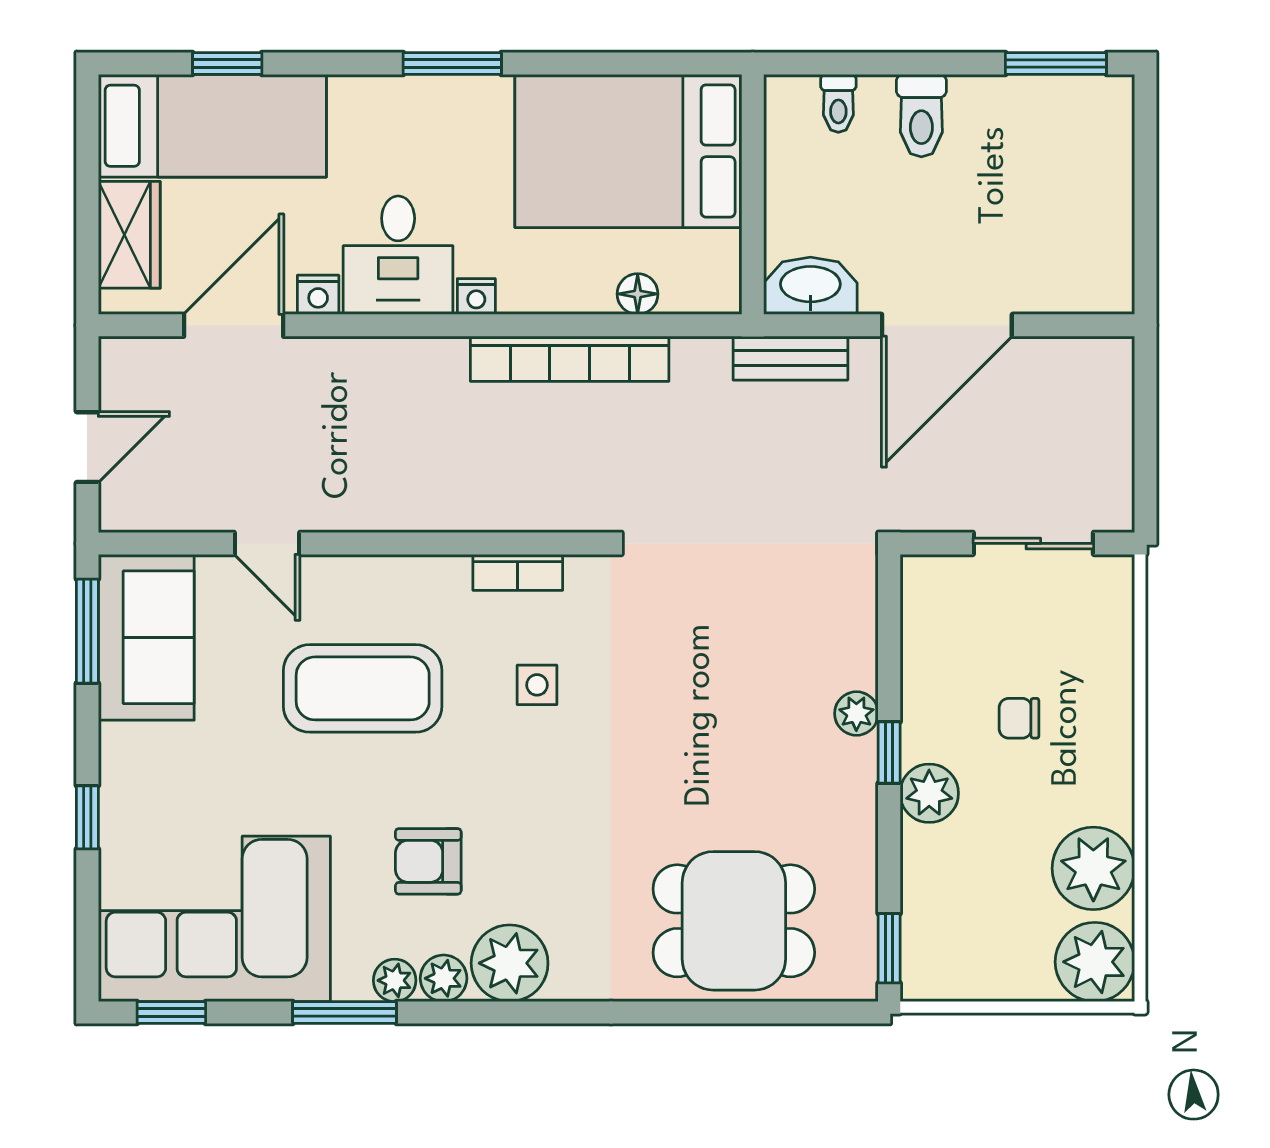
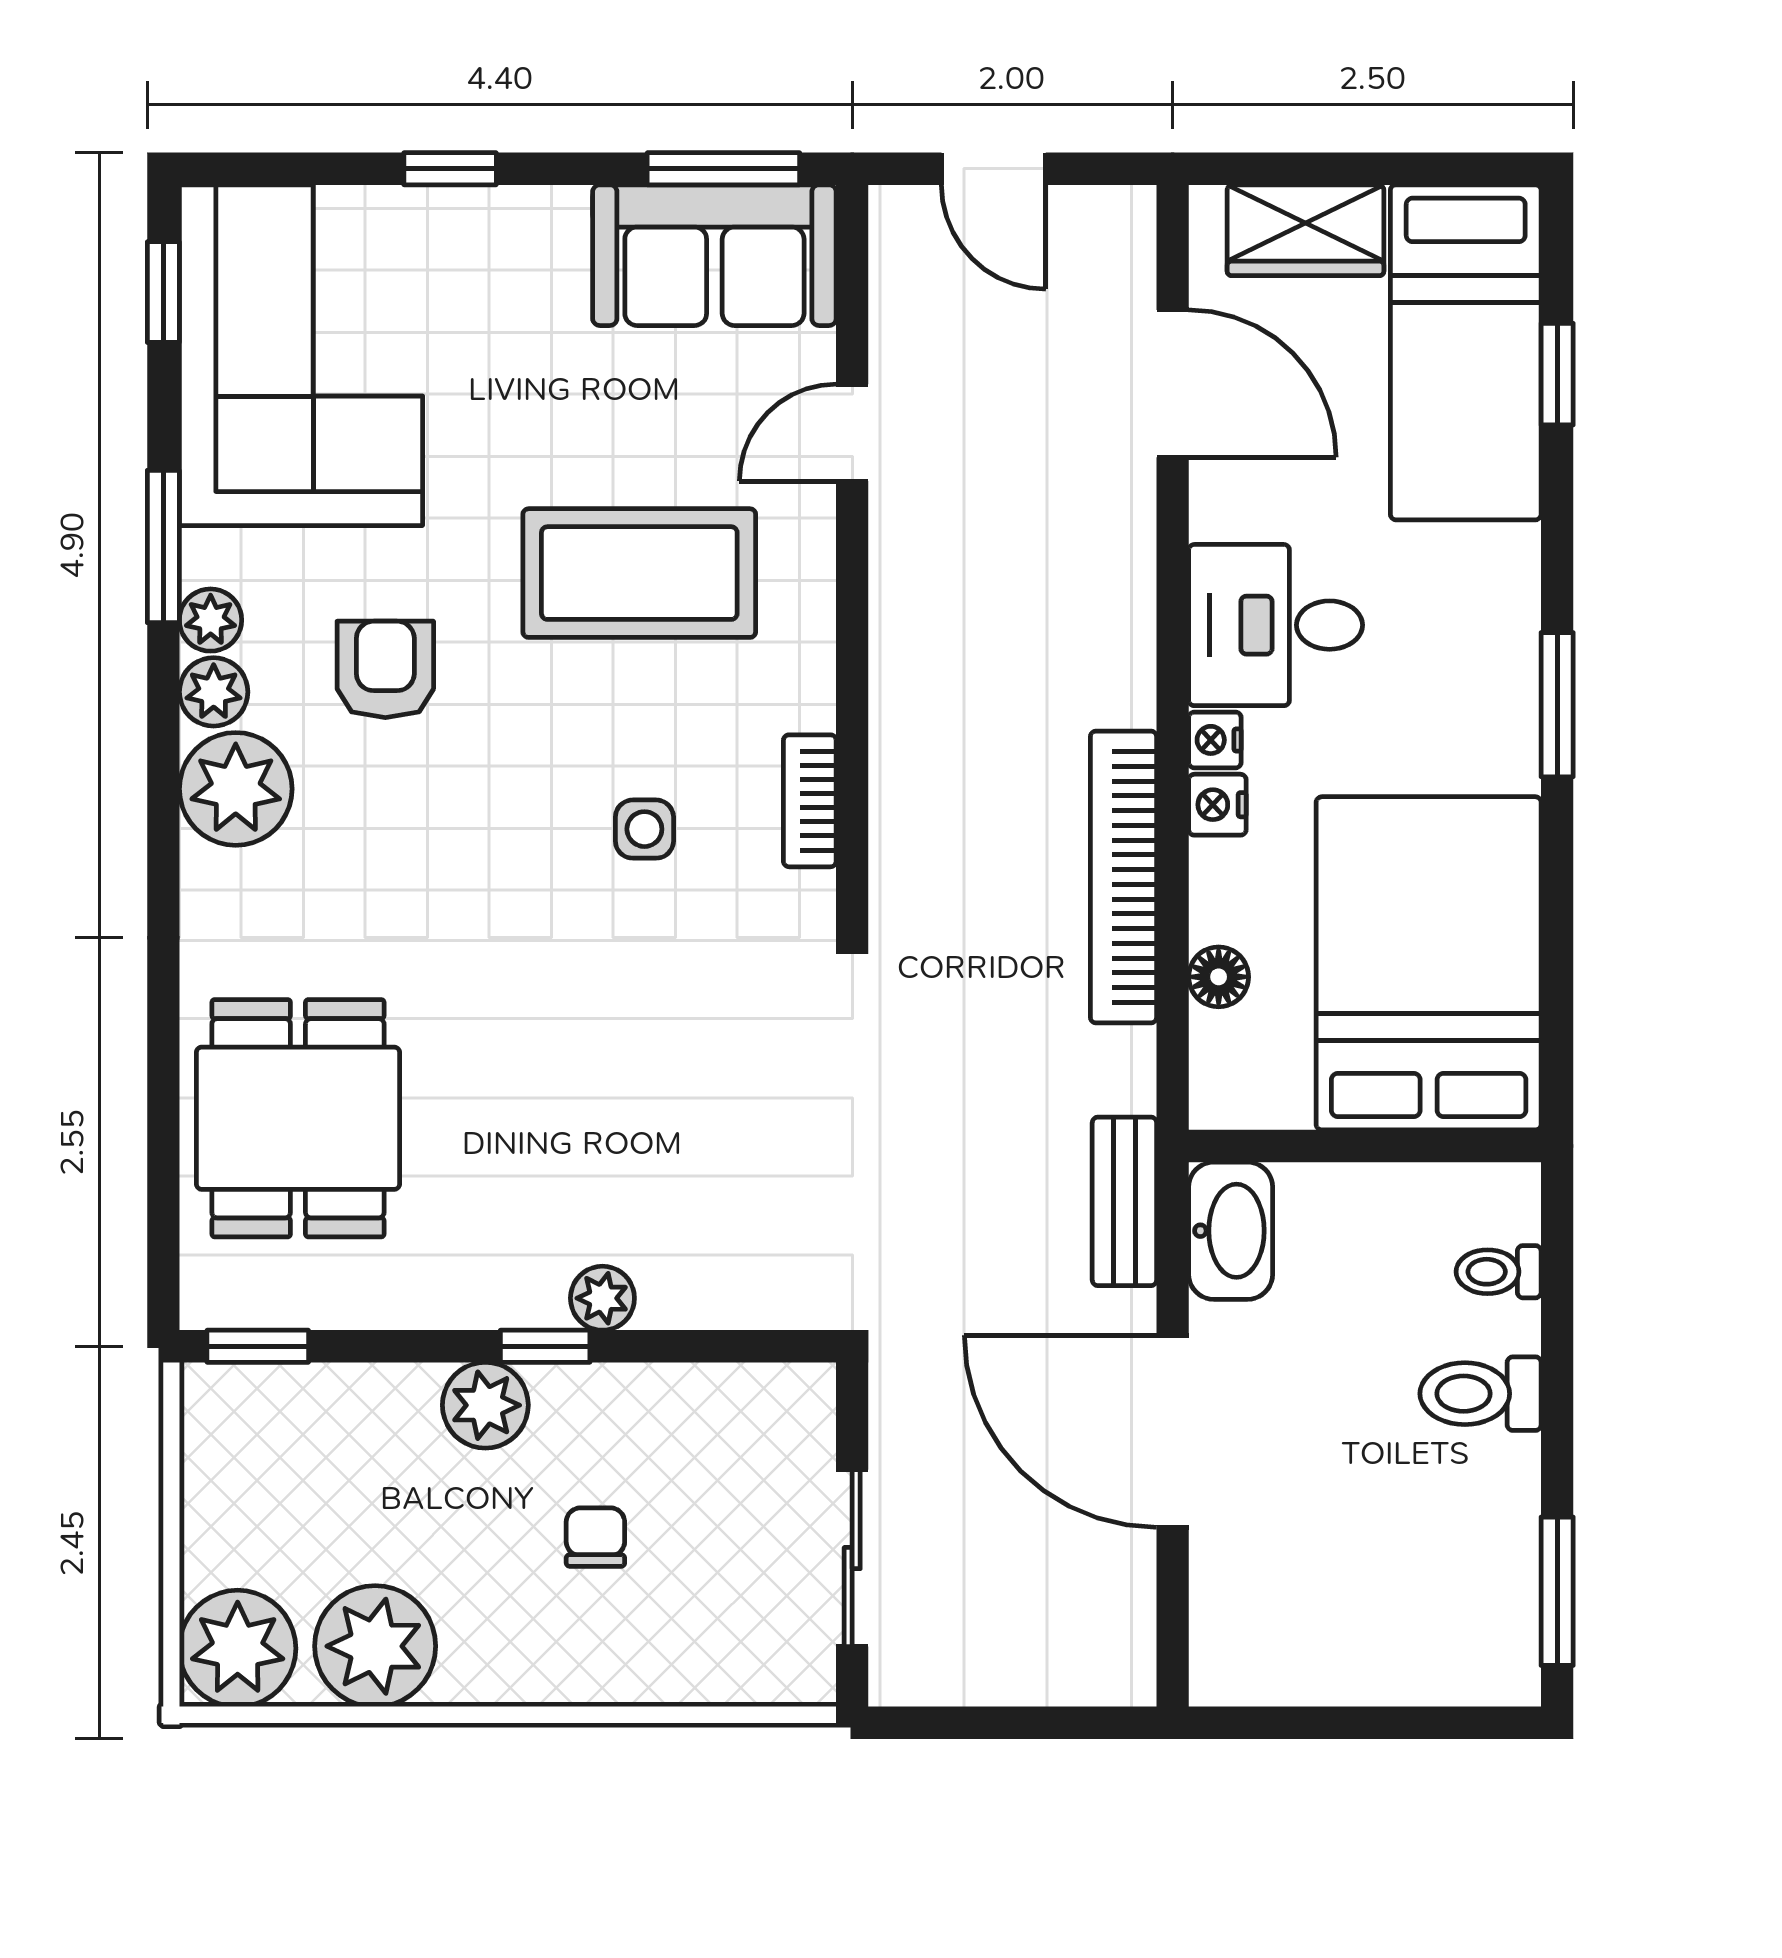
nightstand: (318, 295) -> (1217, 805), moved
coffee table: (363, 688) -> (639, 573), turned 90

